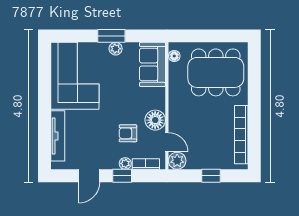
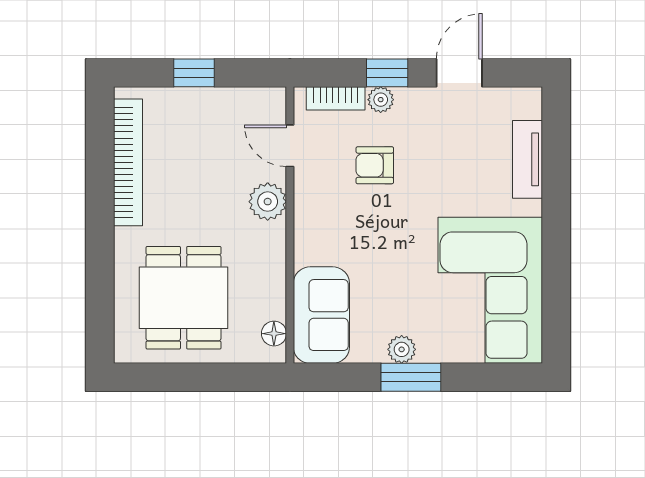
dining table: (216, 72) -> (184, 298), width x0.73
floor lamp: (155, 120) -> (315, 194), removed
armchair: (128, 133) -> (375, 165), turned 180
tv unit: (58, 136) -> (528, 159), width x0.71
plant: (177, 161) -> (268, 202), moved

